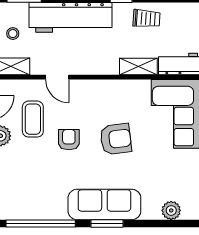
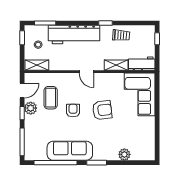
door: (57, 77) -> (86, 72), moved
sofa: (104, 204) -> (70, 151), moved
plant: (171, 210) -> (124, 154), moved

